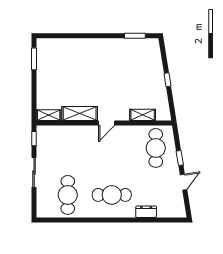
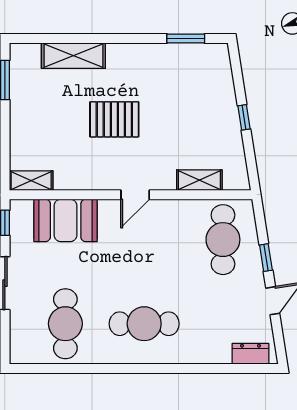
pallet: (95, 81) -> (114, 119), added
shelving: (80, 113) -> (73, 56), moved
booth: (68, 137) -> (66, 220), added
dresser: (146, 212) -> (250, 354), moved

